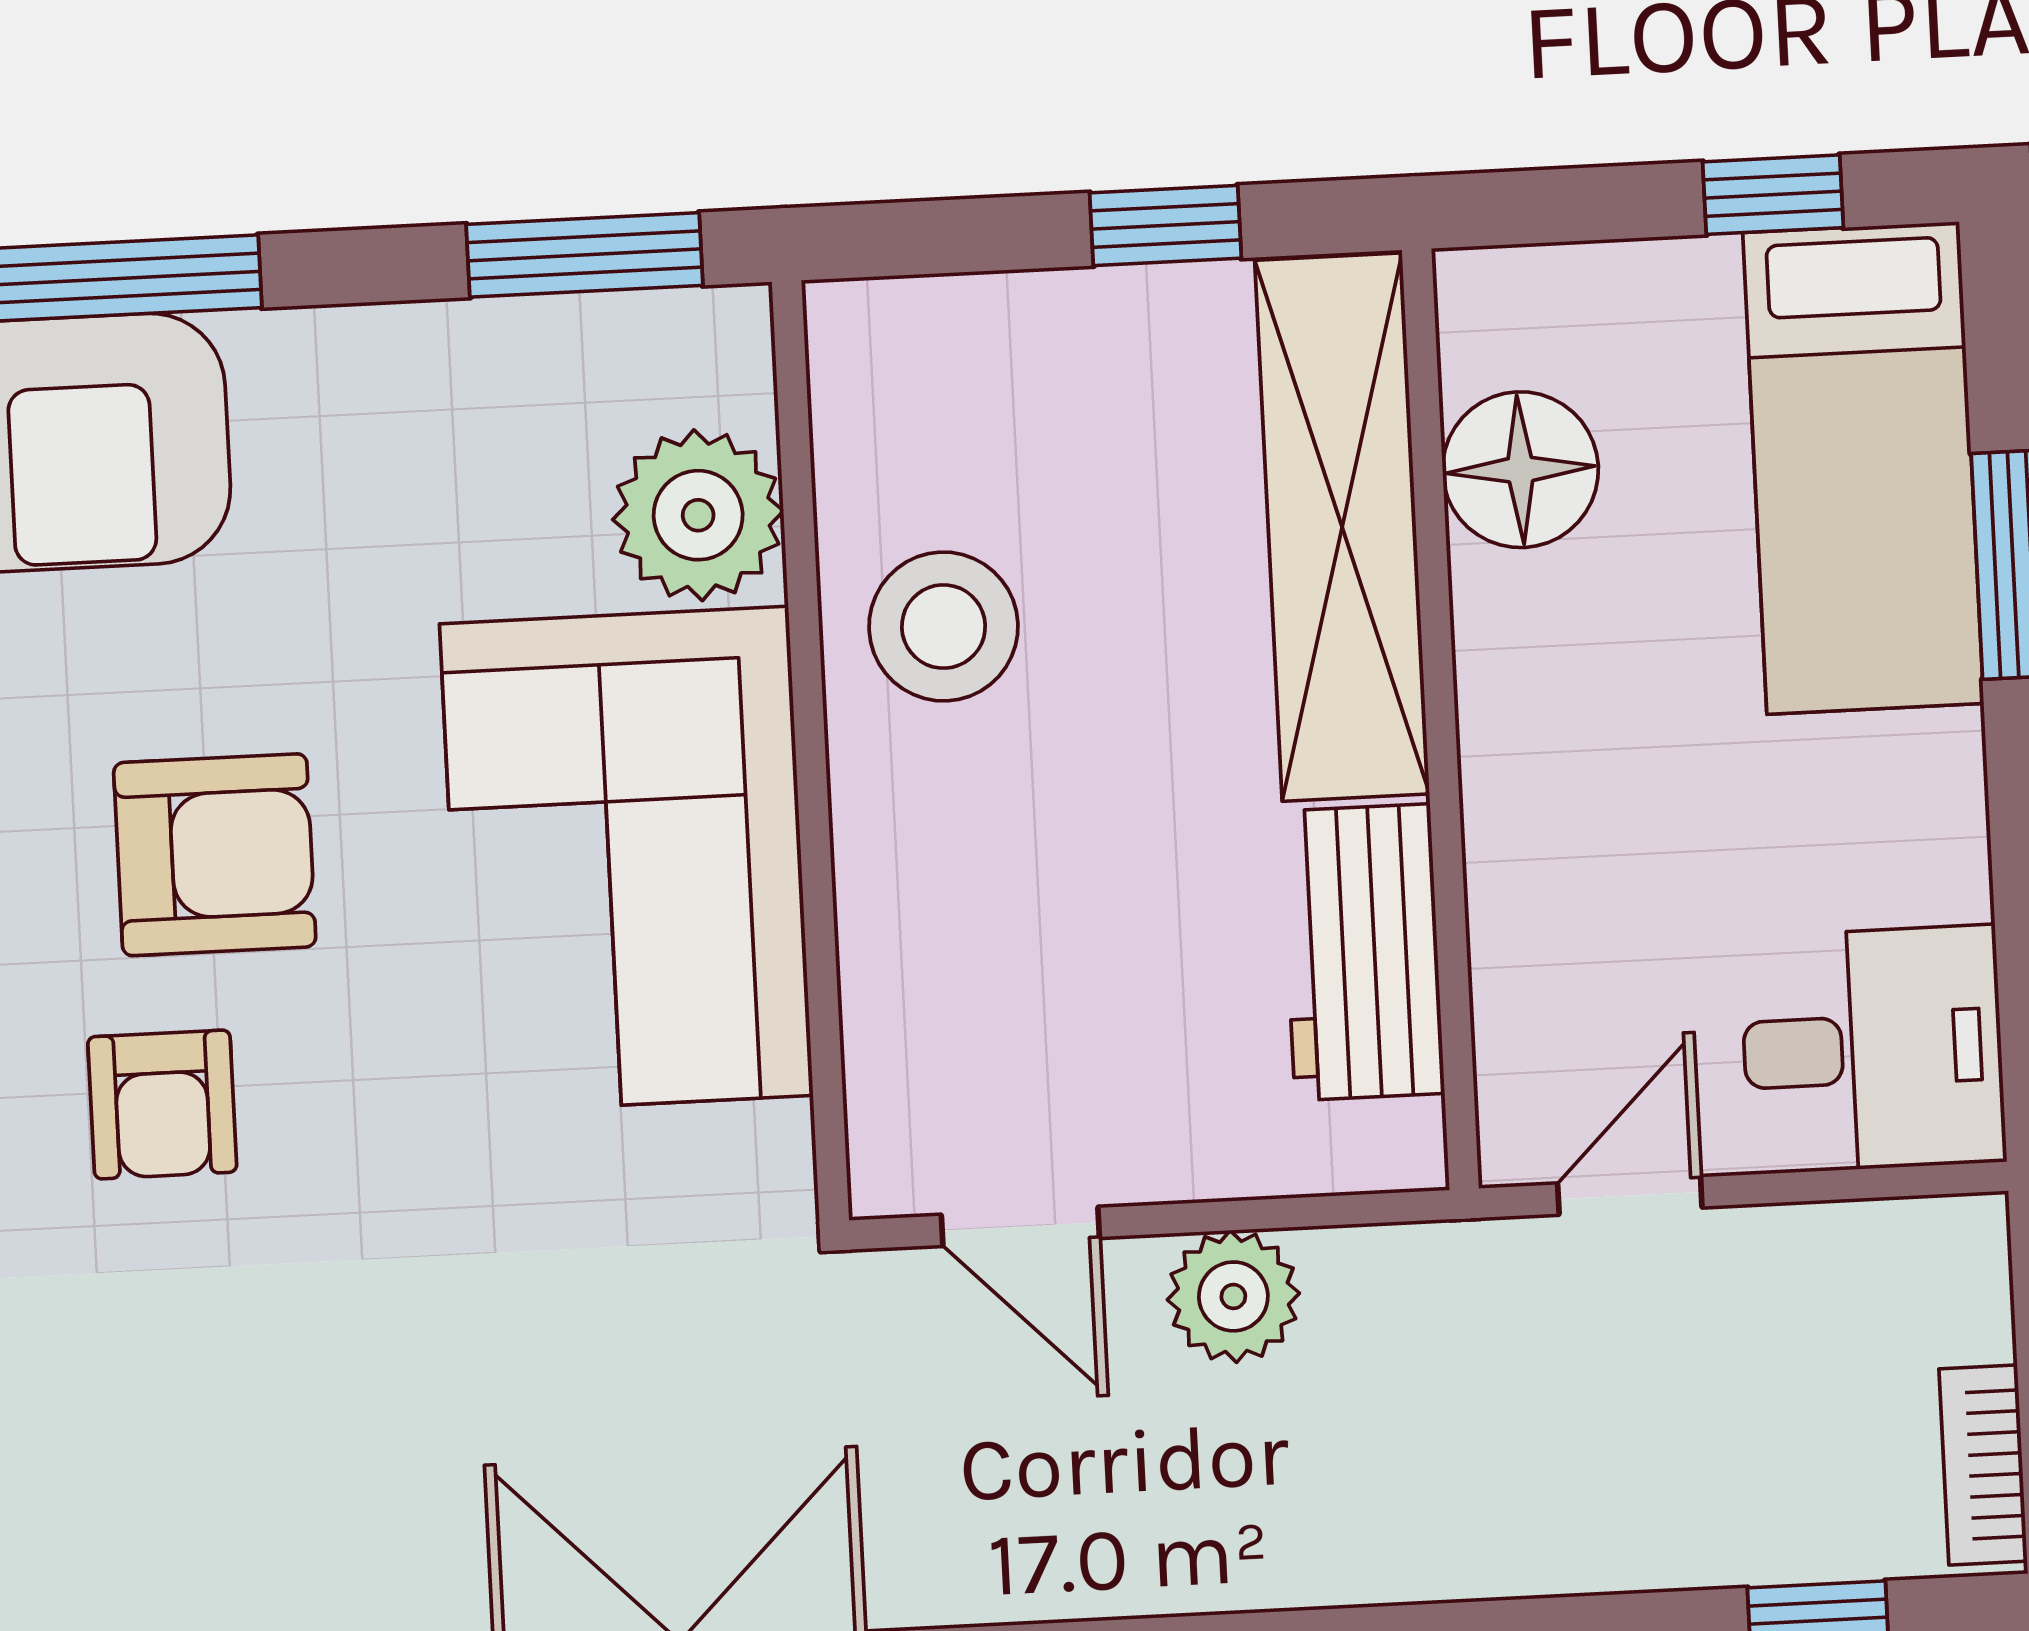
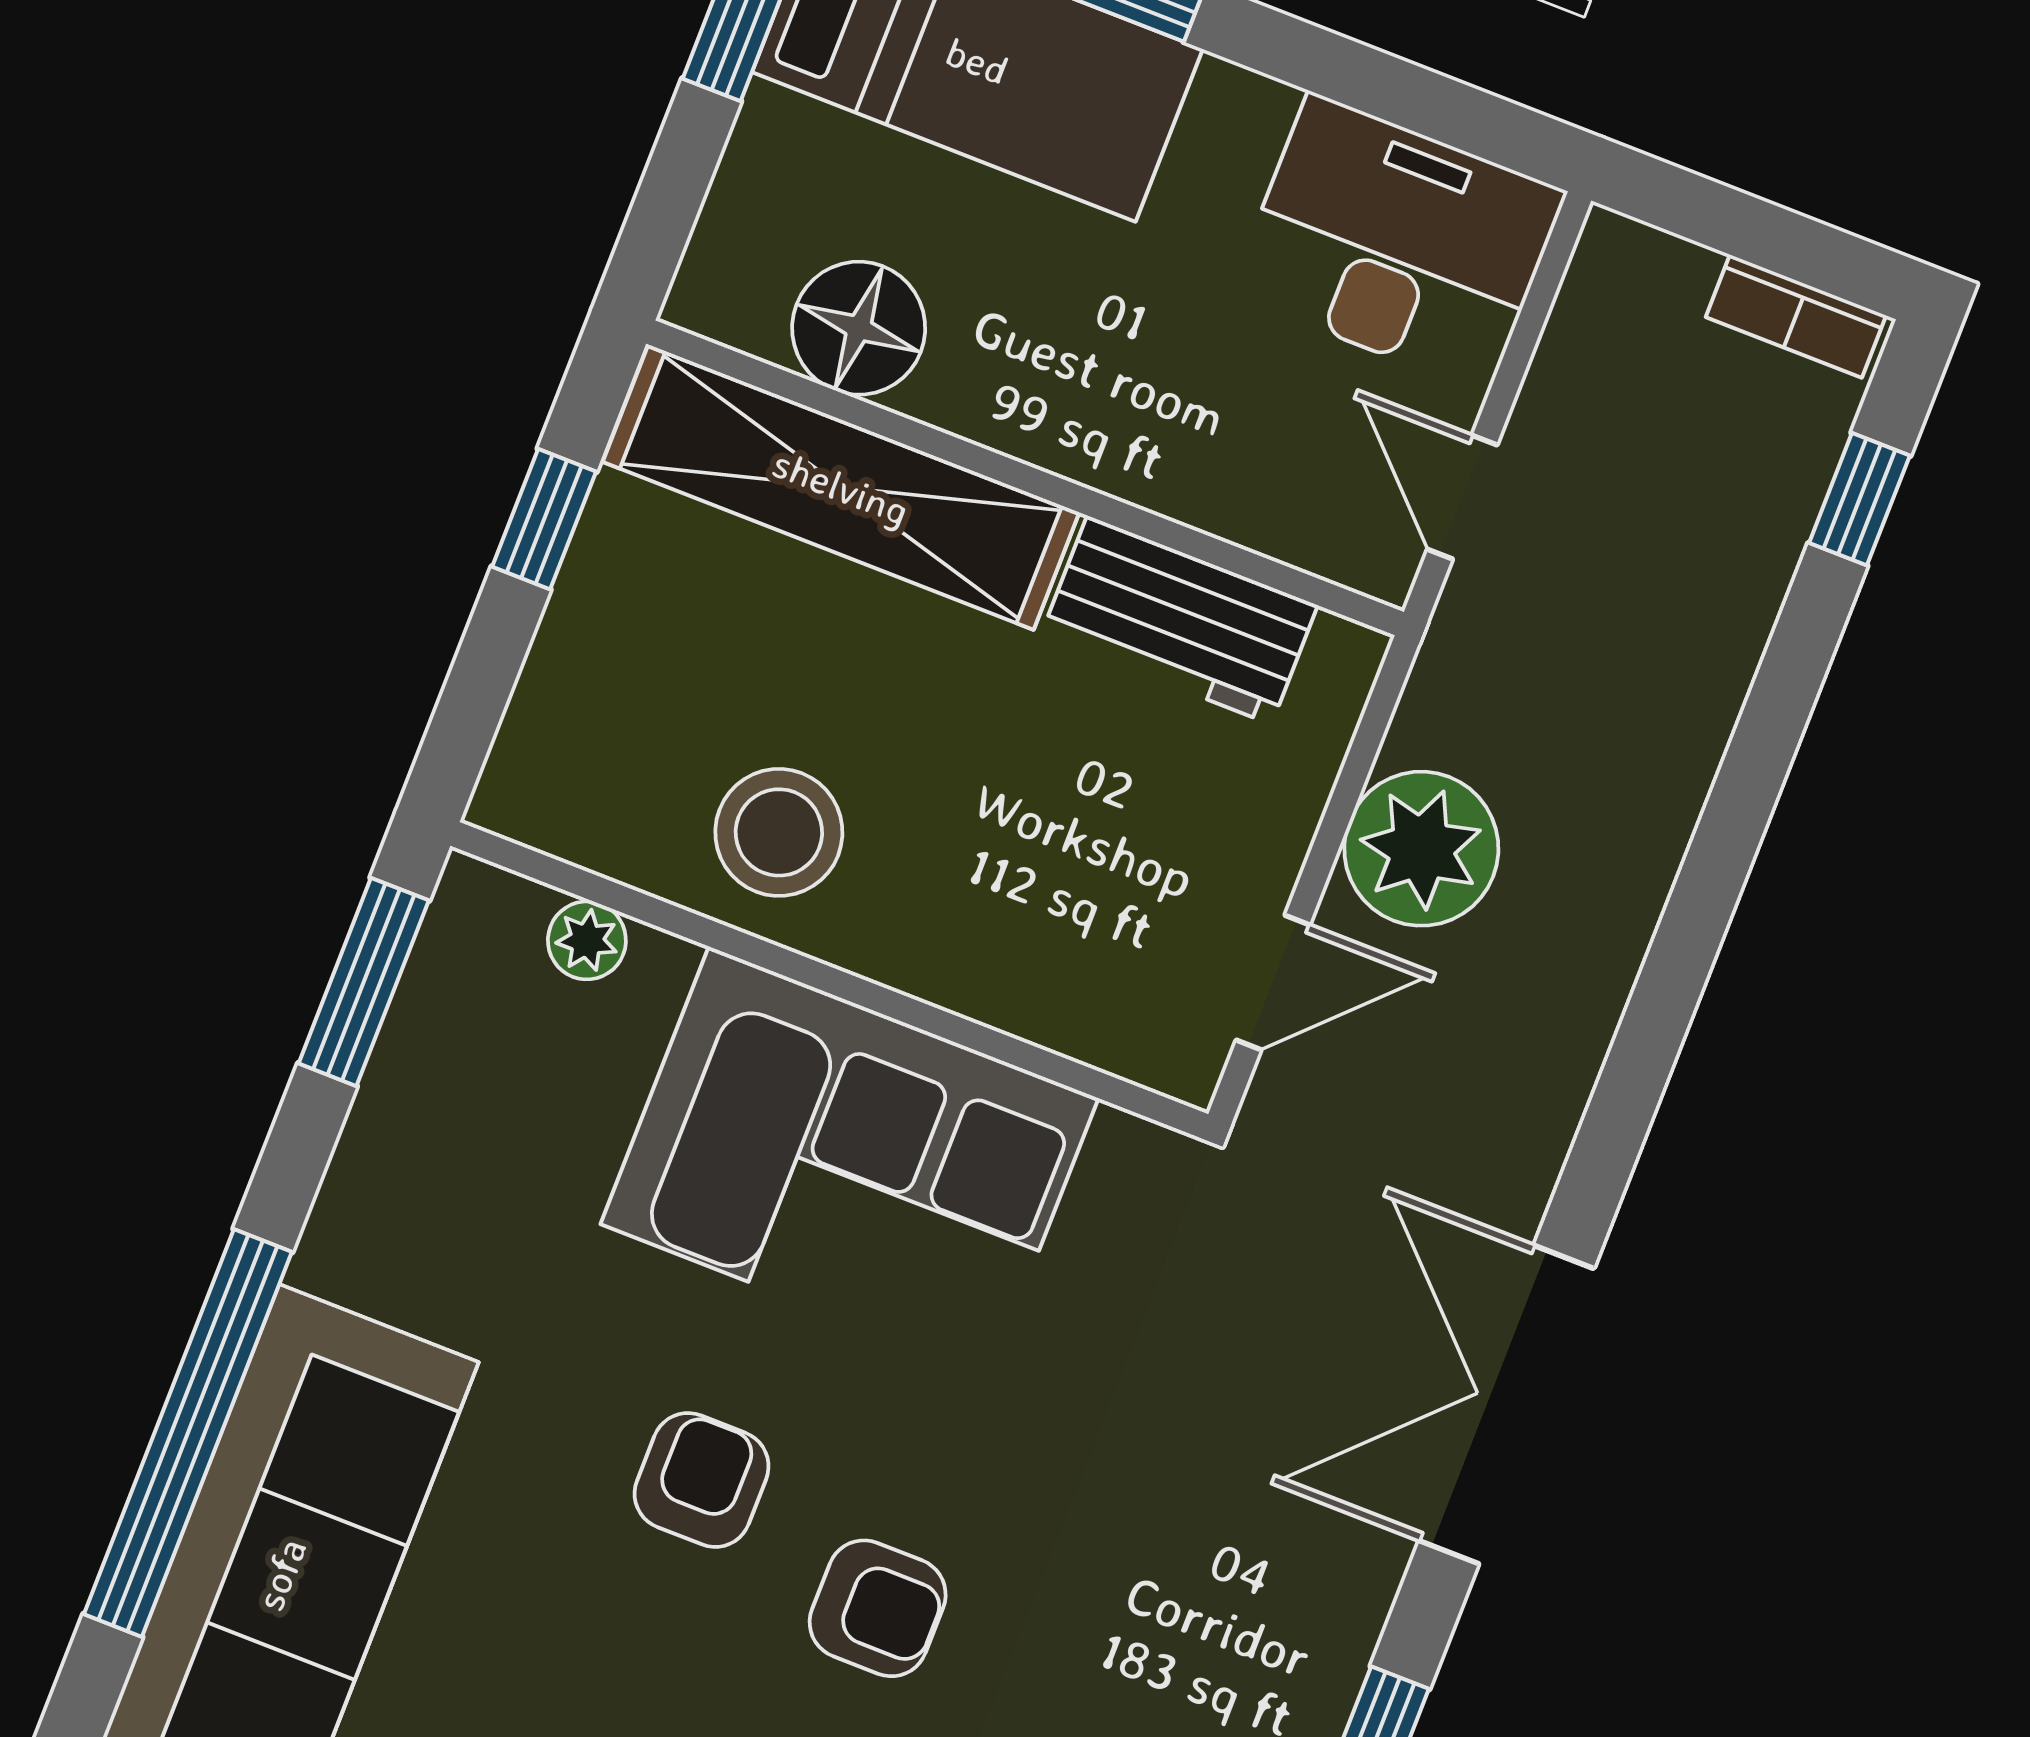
plant: (698, 515) -> (587, 940), width x0.53, depth x0.53
armchair: (215, 855) -> (702, 1480), width x0.72, depth x0.72
desk: (1873, 1049) -> (1398, 243), width x1.37
plant: (1233, 1296) -> (1421, 849), width x1.36, depth x1.36

